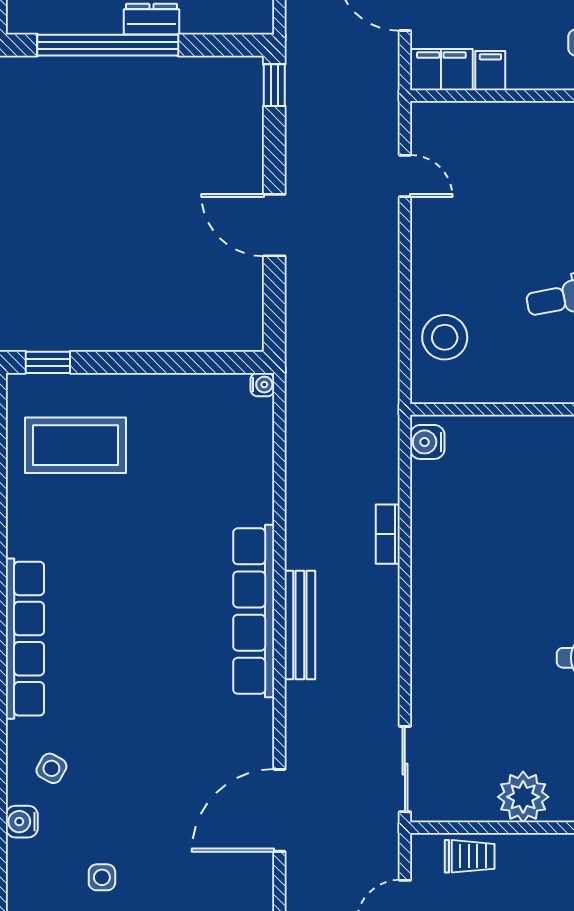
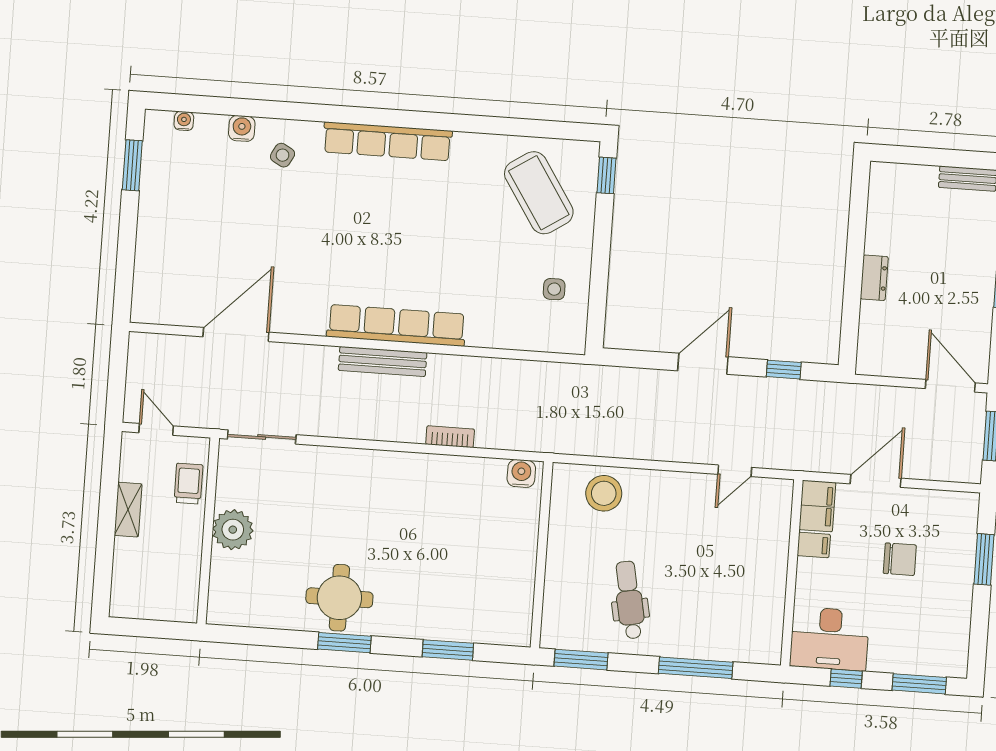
window: (108, 45) -> (856, 241), removed
window: (274, 85) -> (784, 370), moved
water cooler: (262, 385) -> (184, 121), moved, turned 180
coffee table: (75, 445) -> (539, 193), turned -33
door: (279, 810) -> (236, 335), hinge flipped
trolley: (470, 856) -> (188, 484), turned 180
side table: (102, 877) -> (554, 289), moved

